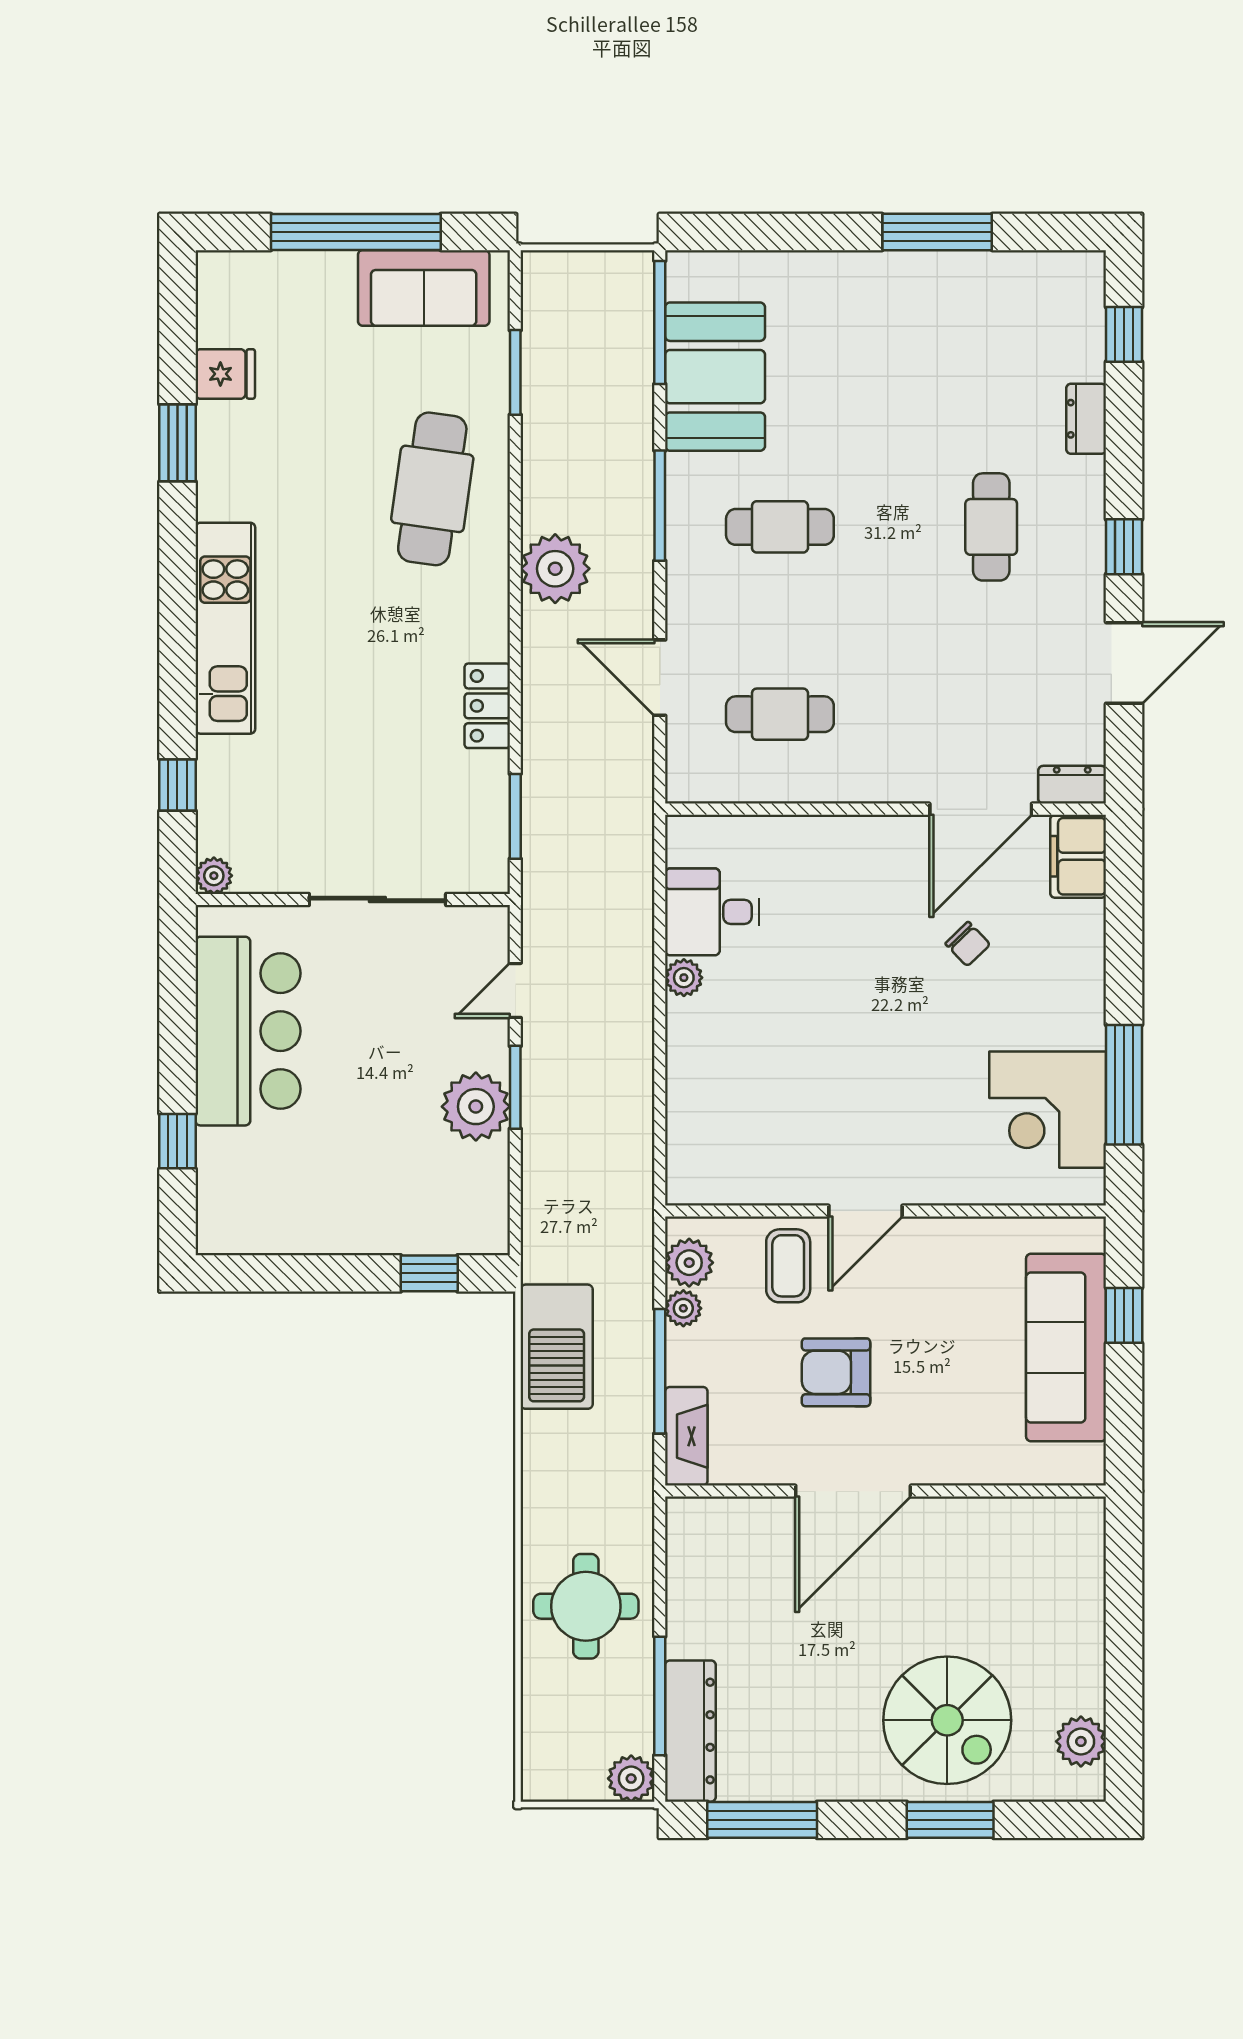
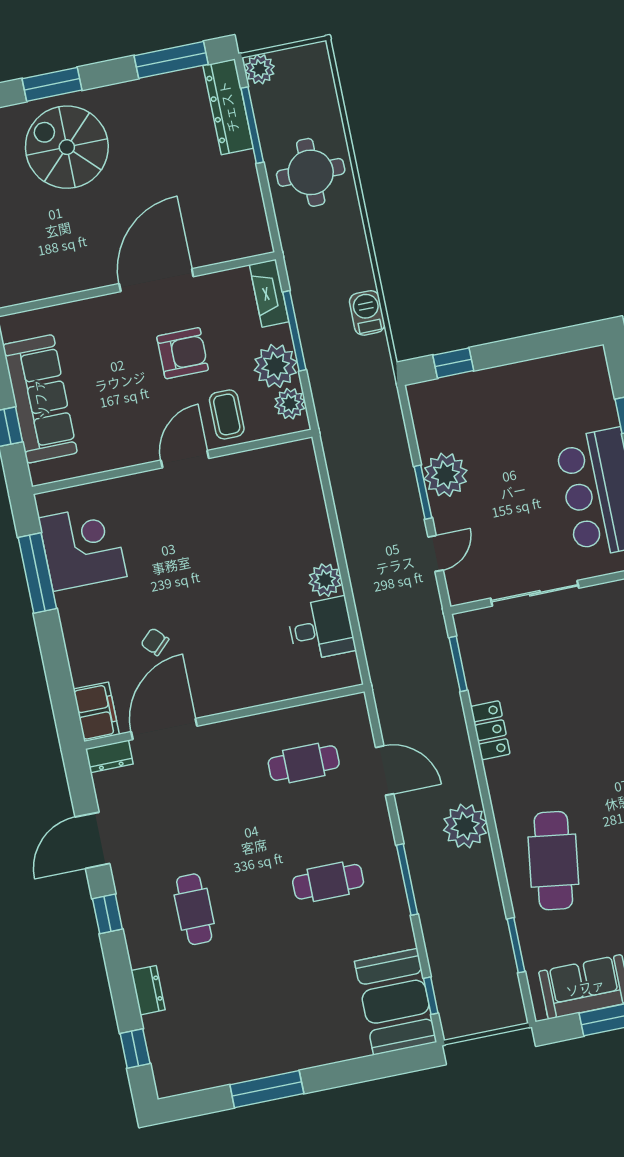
window: (660, 322) -> (431, 996), width x0.46
booth: (715, 377) -> (396, 1002), moved
plant: (684, 978) -> (325, 580), width x1.38, depth x1.38
plant: (683, 1308) -> (276, 366), width x1.87, depth x1.87
barbecue: (557, 1347) -> (367, 313), width x0.53, depth x0.65

